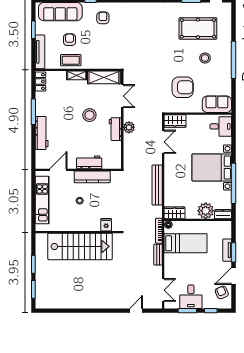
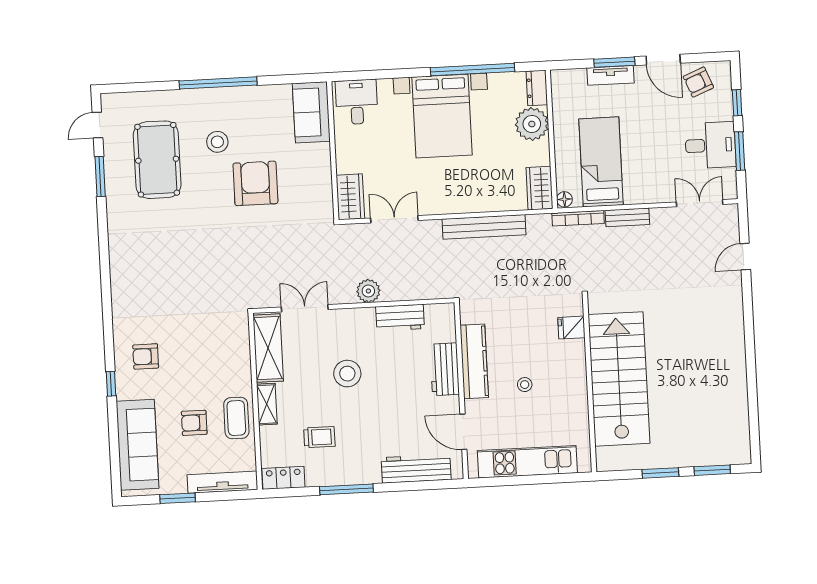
armchair: (183, 87) -> (255, 183), moved
trolley: (59, 100) -> (319, 437), added
workbench: (115, 129) -> (400, 318), moved
workbench: (42, 133) -> (416, 469), moved
door: (136, 311) -> (745, 257), hinge flipped

